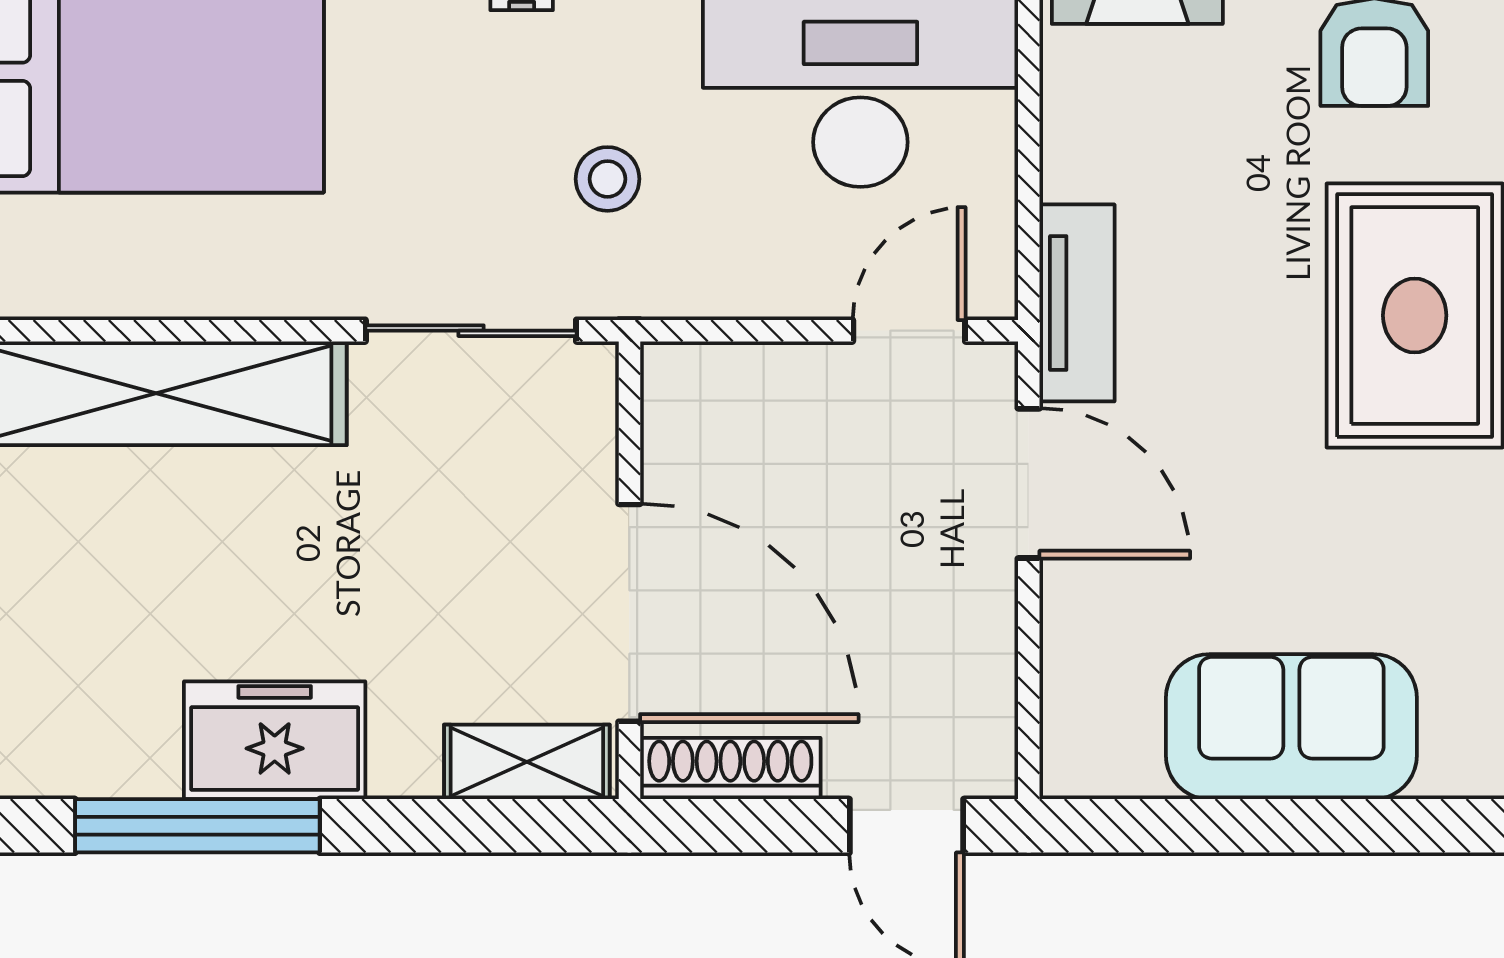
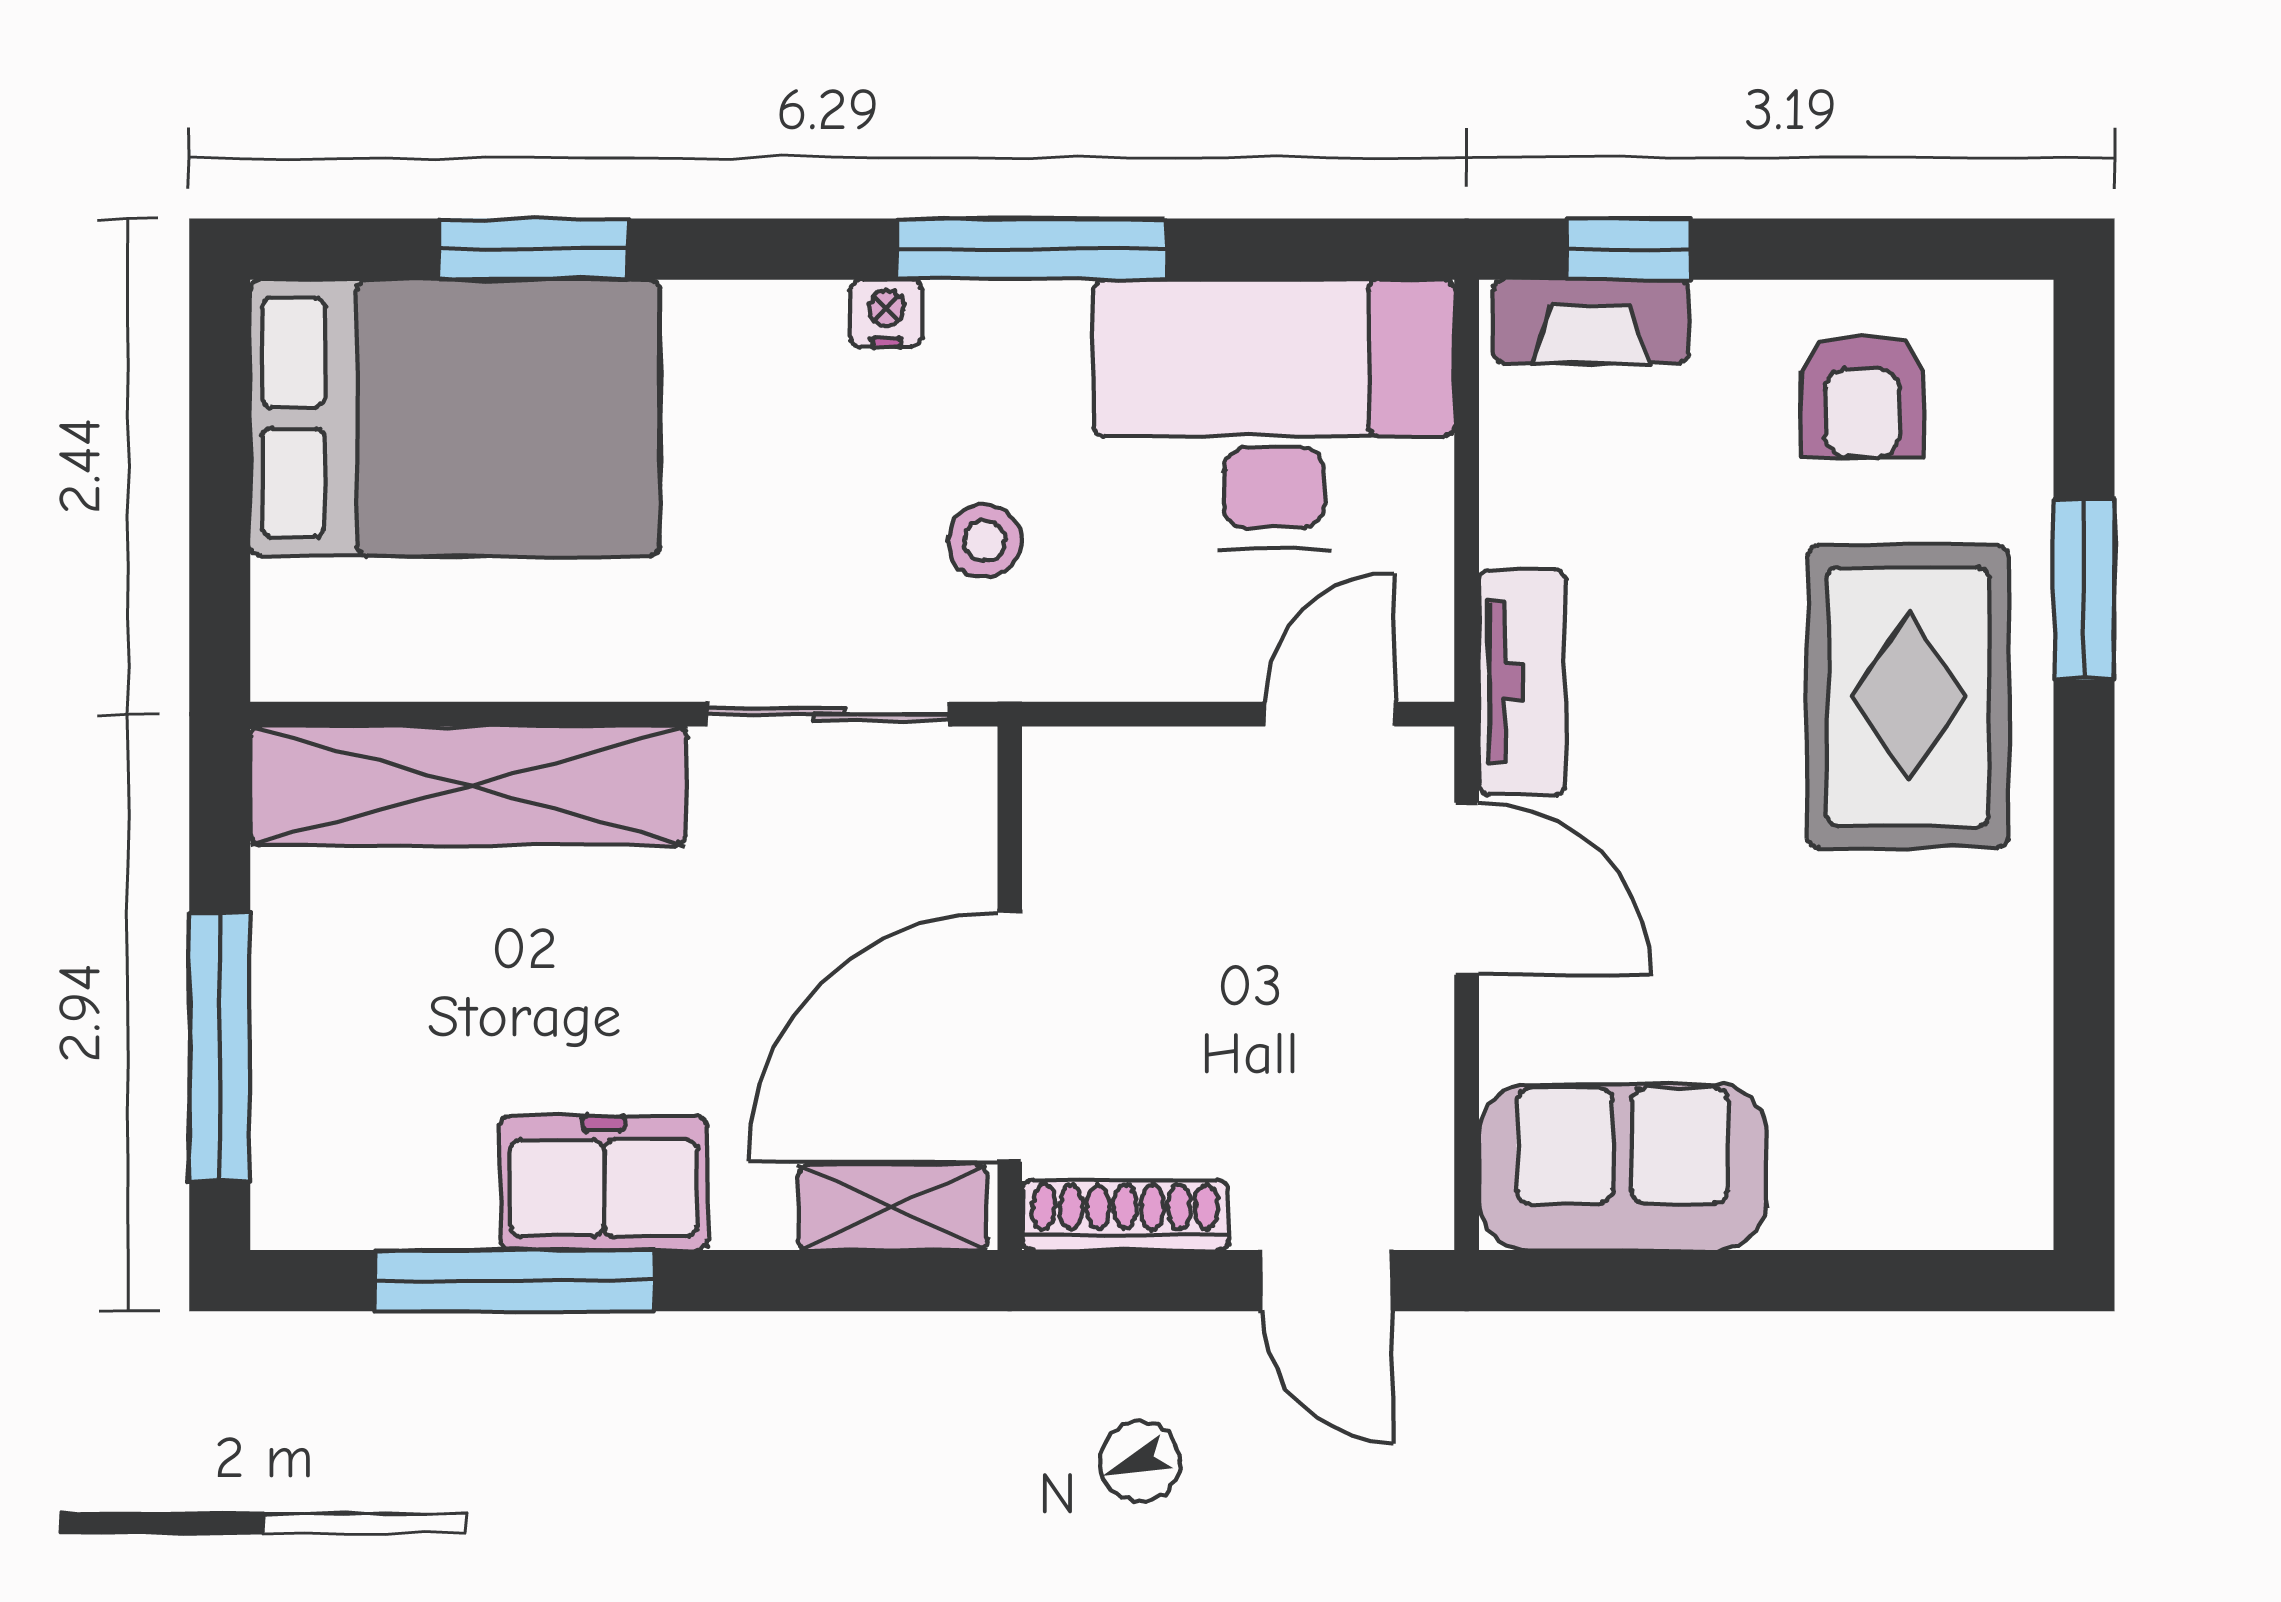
door: (629, 613) -> (1010, 1037), swing flipped
sofa: (1291, 727) -> (1622, 1167), moved

